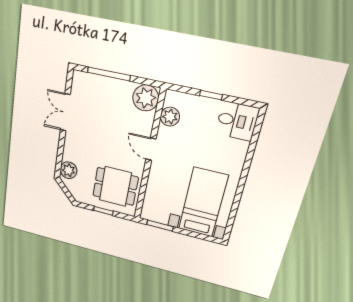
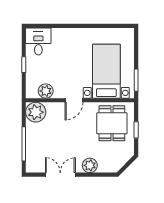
double door: (65, 112) -> (60, 175), swing flipped
plant: (69, 170) -> (90, 165), moved
bed with nightstands: (203, 202) -> (106, 71), moved, turned 90

